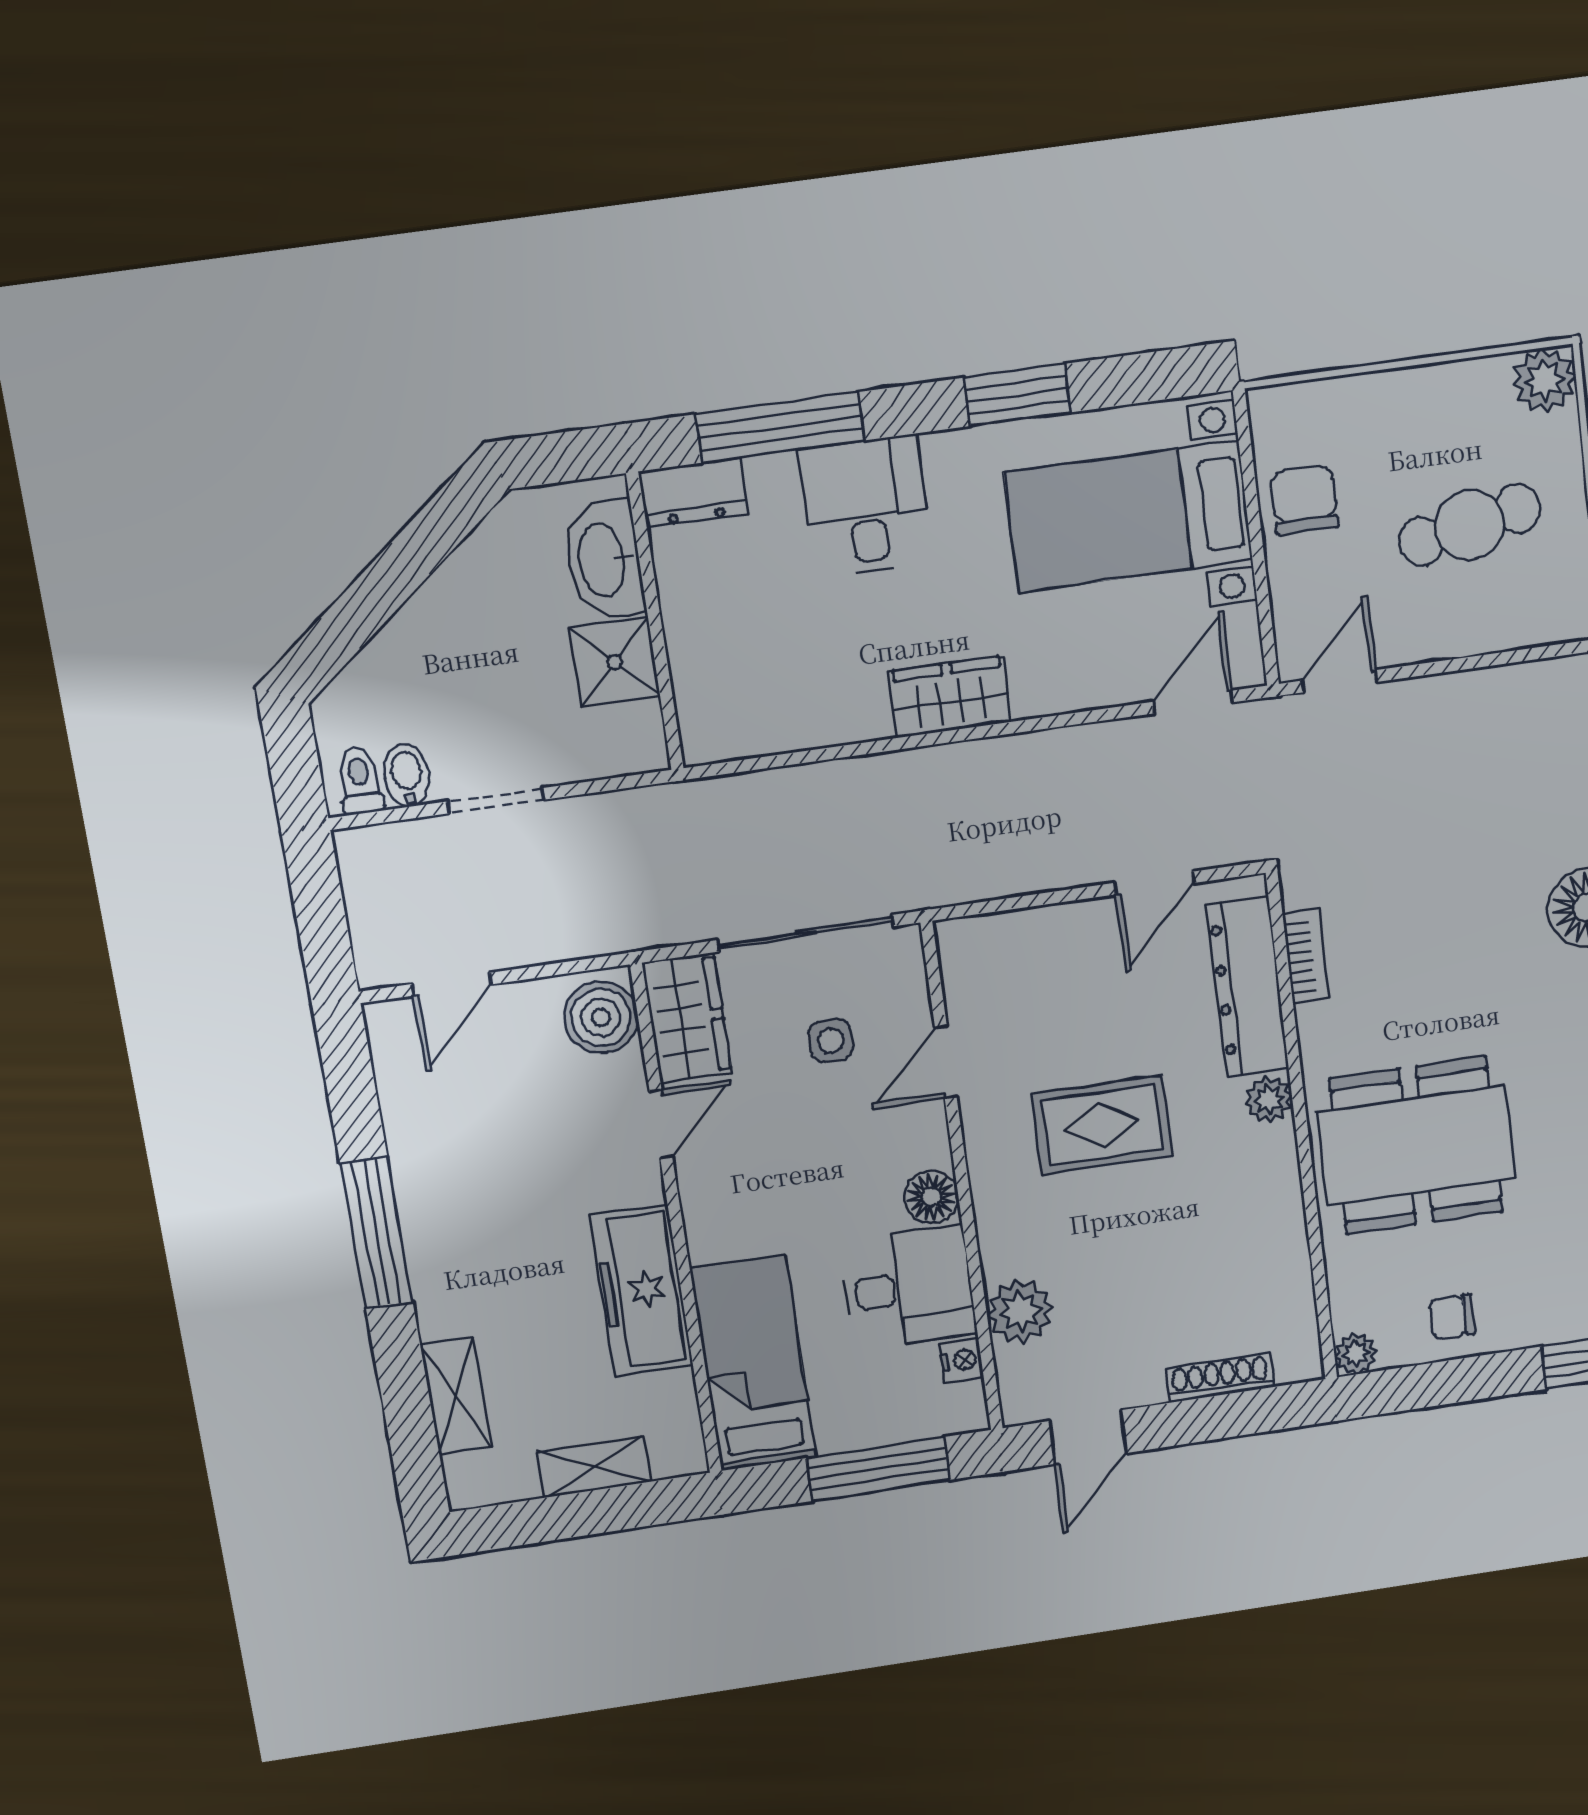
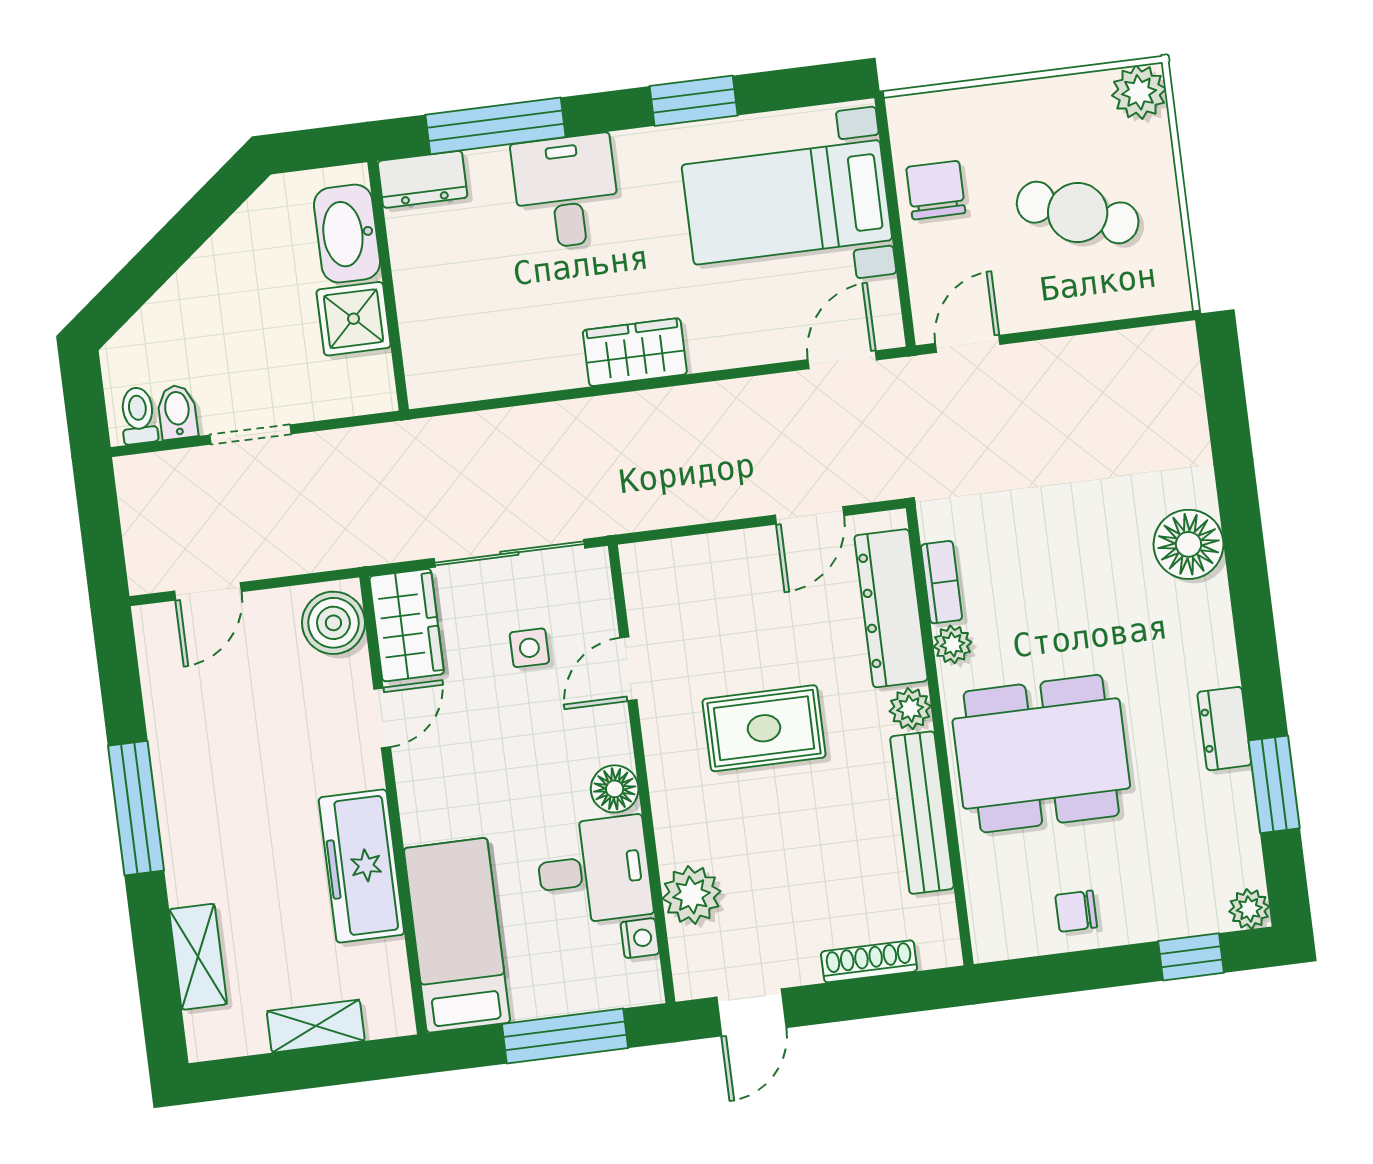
cafe table: (1470, 525) -> (1078, 213), turned 32
bench: (1281, 1214) -> (922, 813), added
plant: (1356, 1354) -> (953, 644), moved

